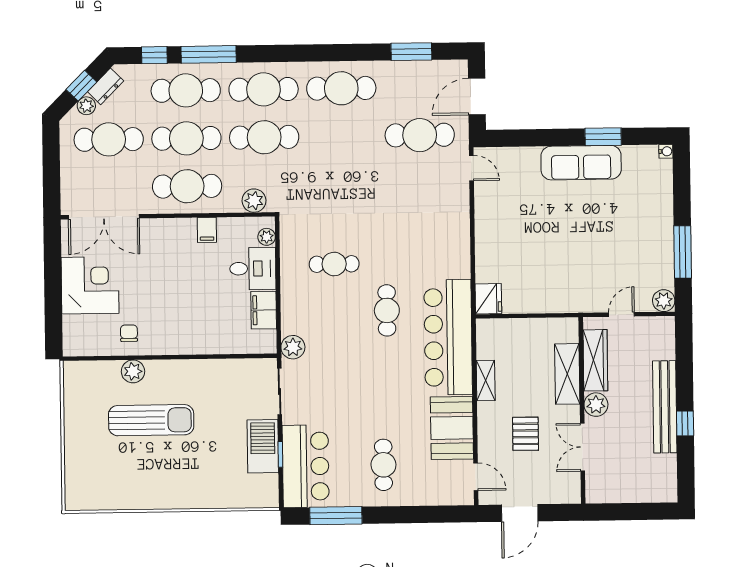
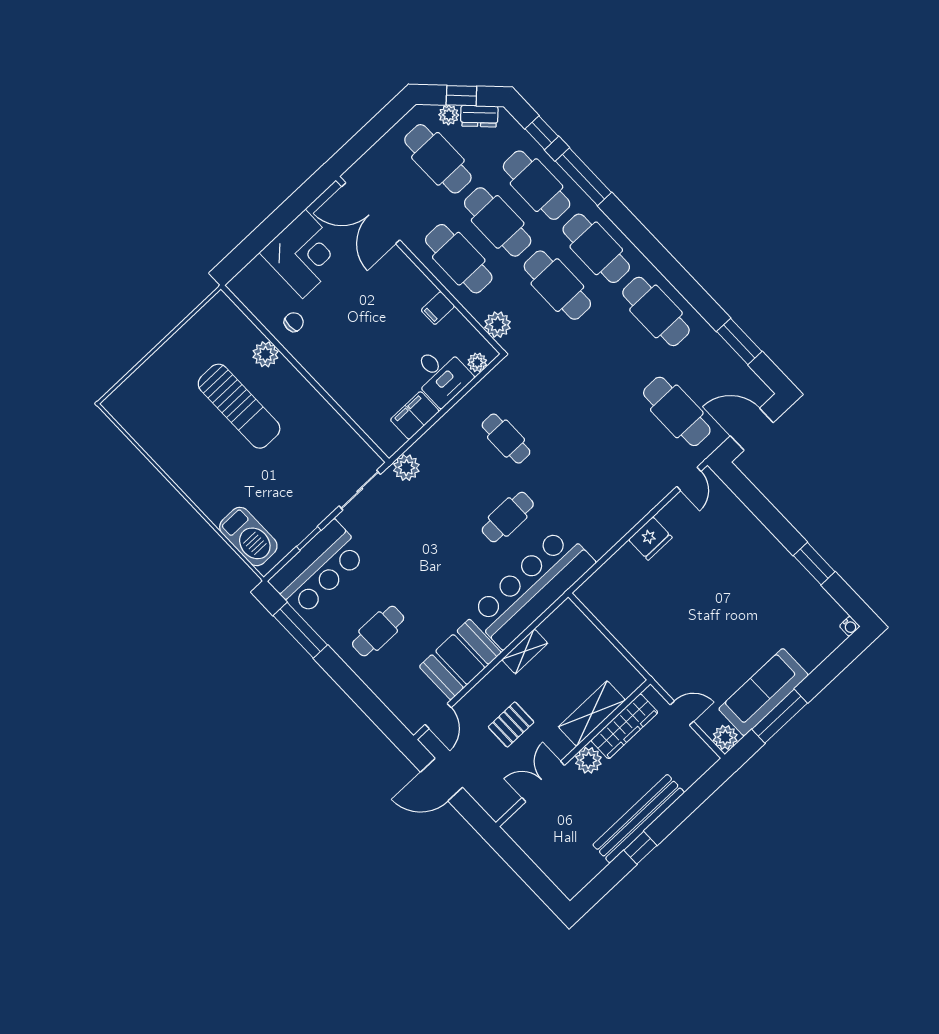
sofa: (581, 163) -> (763, 692), moved, turned 90
fridge: (488, 299) -> (650, 539), moved
barbecue: (263, 446) -> (248, 536), moved, turned 90

